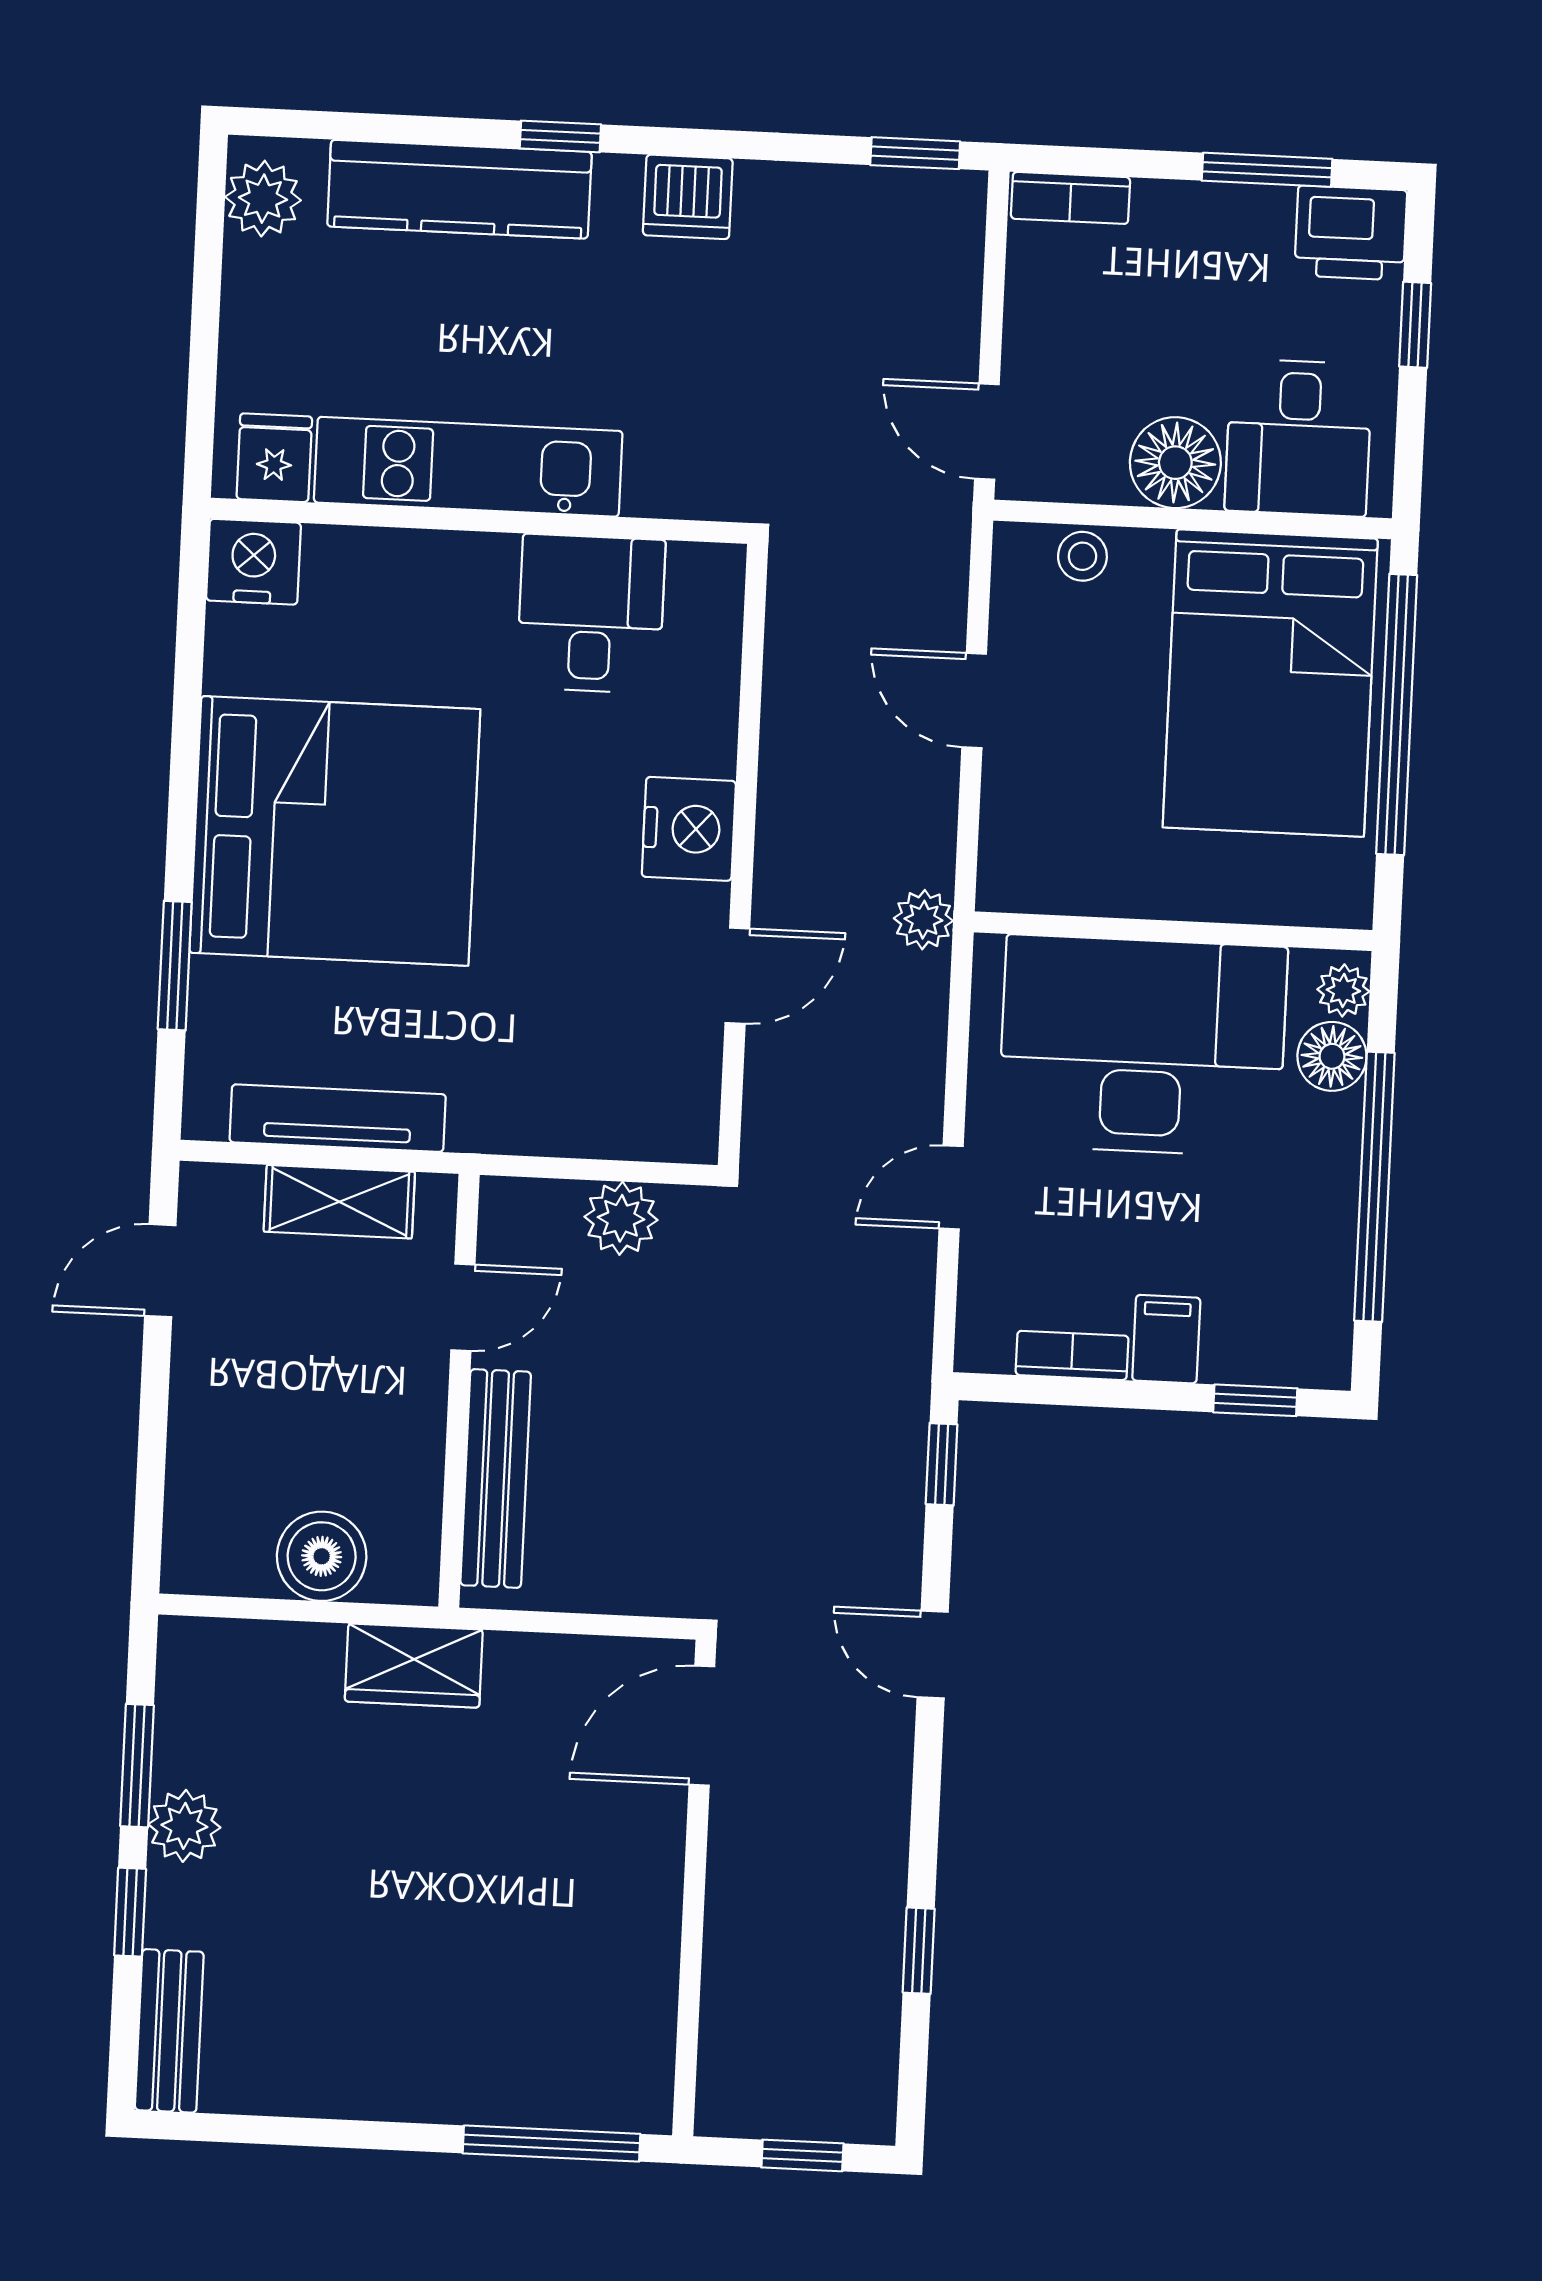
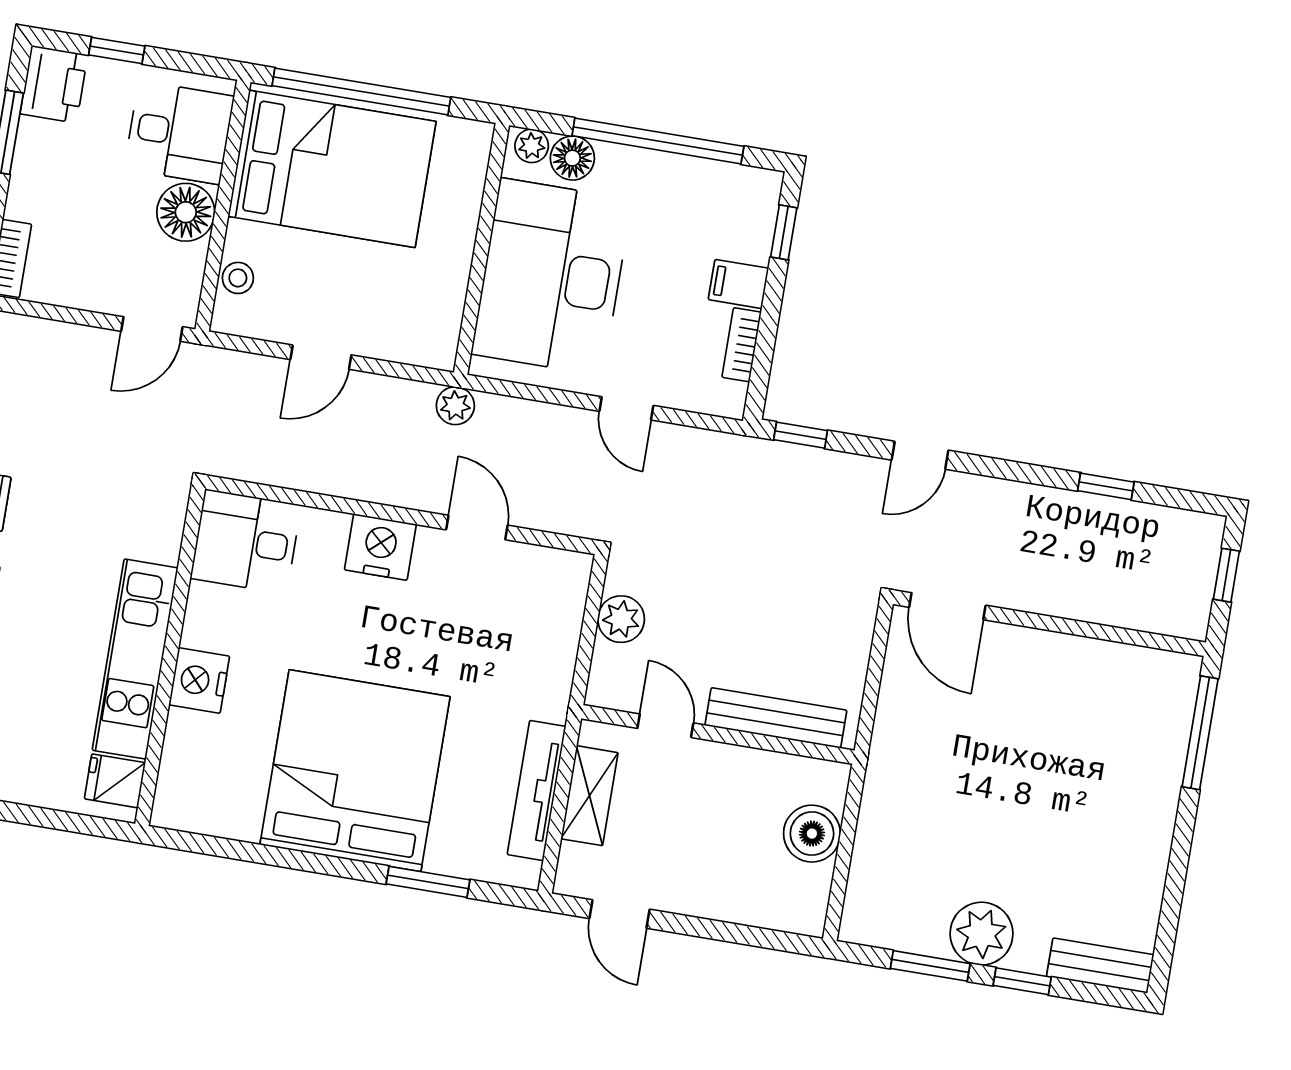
nightstand: (253, 562) -> (199, 680), moved
desk: (591, 614) -> (246, 542), moved
wardrobe: (414, 1666) -> (888, 784), removed
plant: (184, 1826) -> (981, 934), width x1.36, depth x1.36

